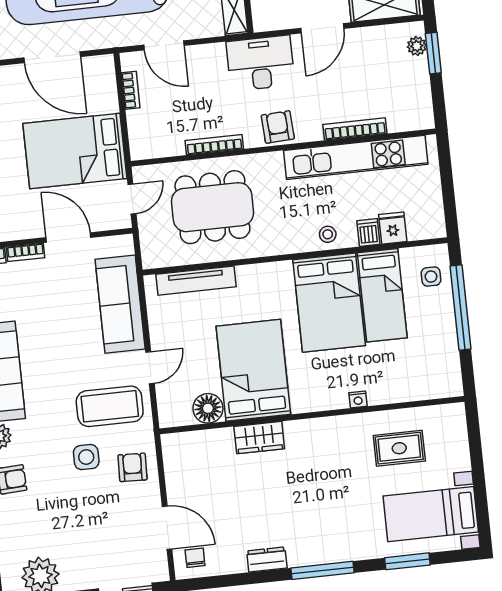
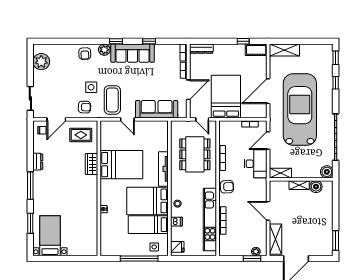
desk: (260, 63) -> (256, 164), moved
fridge: (393, 228) -> (177, 247), moved
tv unit: (196, 281) -> (163, 169), moved
floor lamp: (208, 408) -> (107, 143), removed
rug: (399, 448) -> (81, 135), moved, turned 90

